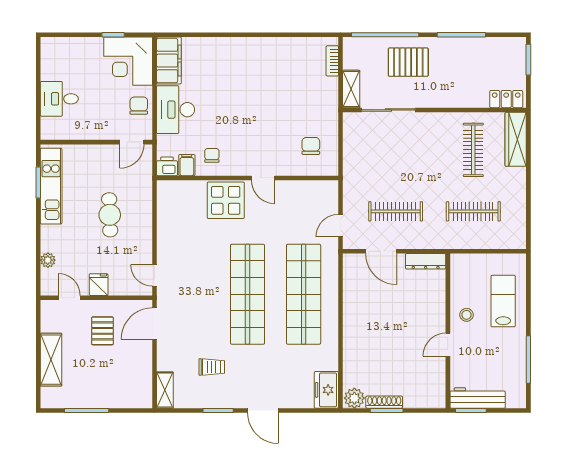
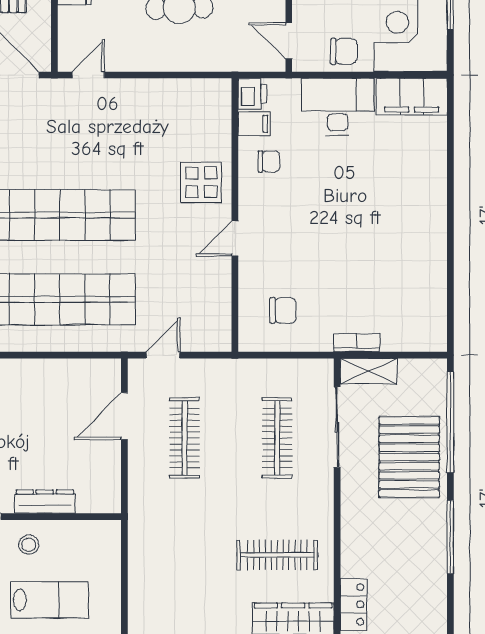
bookcase: (332, 61) -> (357, 343), moved
pallet: (408, 62) -> (409, 457), width x1.37, depth x1.41
display table: (226, 200) -> (201, 182), width x0.73, depth x0.73
clothes rail: (473, 211) -> (277, 438), moved
door: (341, 226) -> (163, 355), hinge flipped
dresser: (426, 261) -> (45, 502), moved, turned 90

